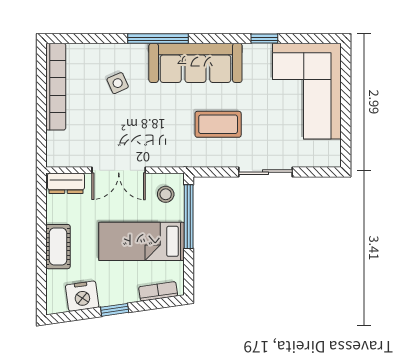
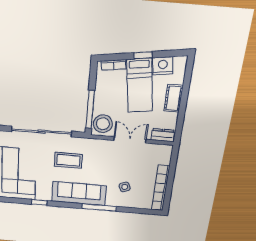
sliding door: (266, 172) -> (42, 132), width x1.86
stool: (166, 194) -> (103, 124), width x1.89, depth x1.89
bed: (141, 241) -> (140, 86), moved, turned 82

